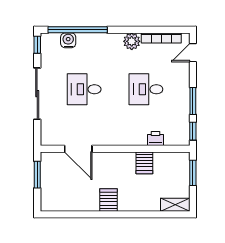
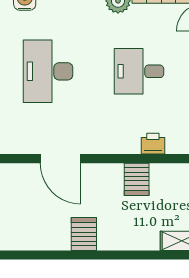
desk: (84, 89) -> (48, 71), width x1.37
door: (78, 149) -> (60, 159), moved

